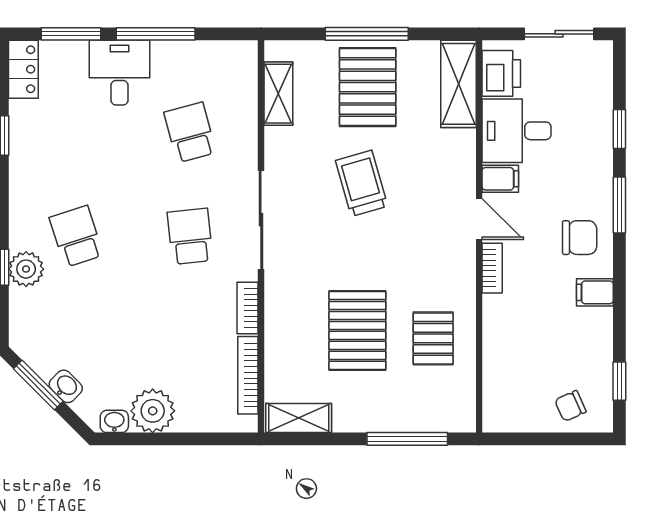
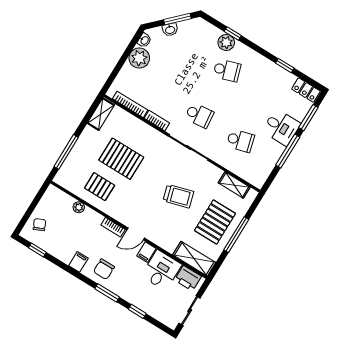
pallet: (368, 87) -> (215, 222), turned 90
plant: (494, 353) -> (79, 207), added

